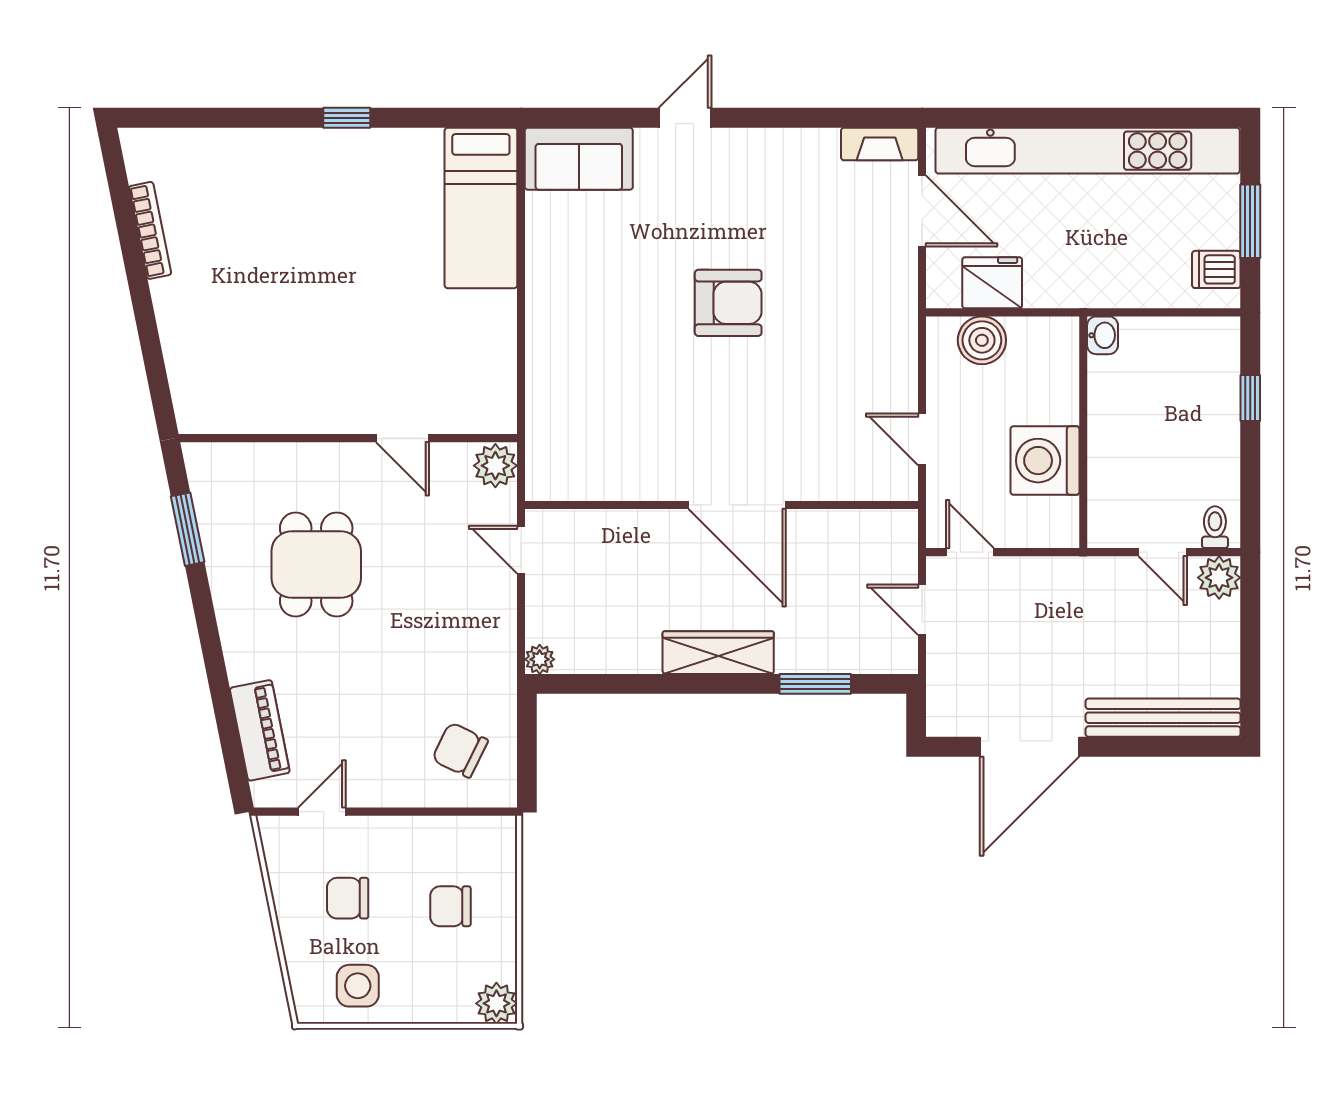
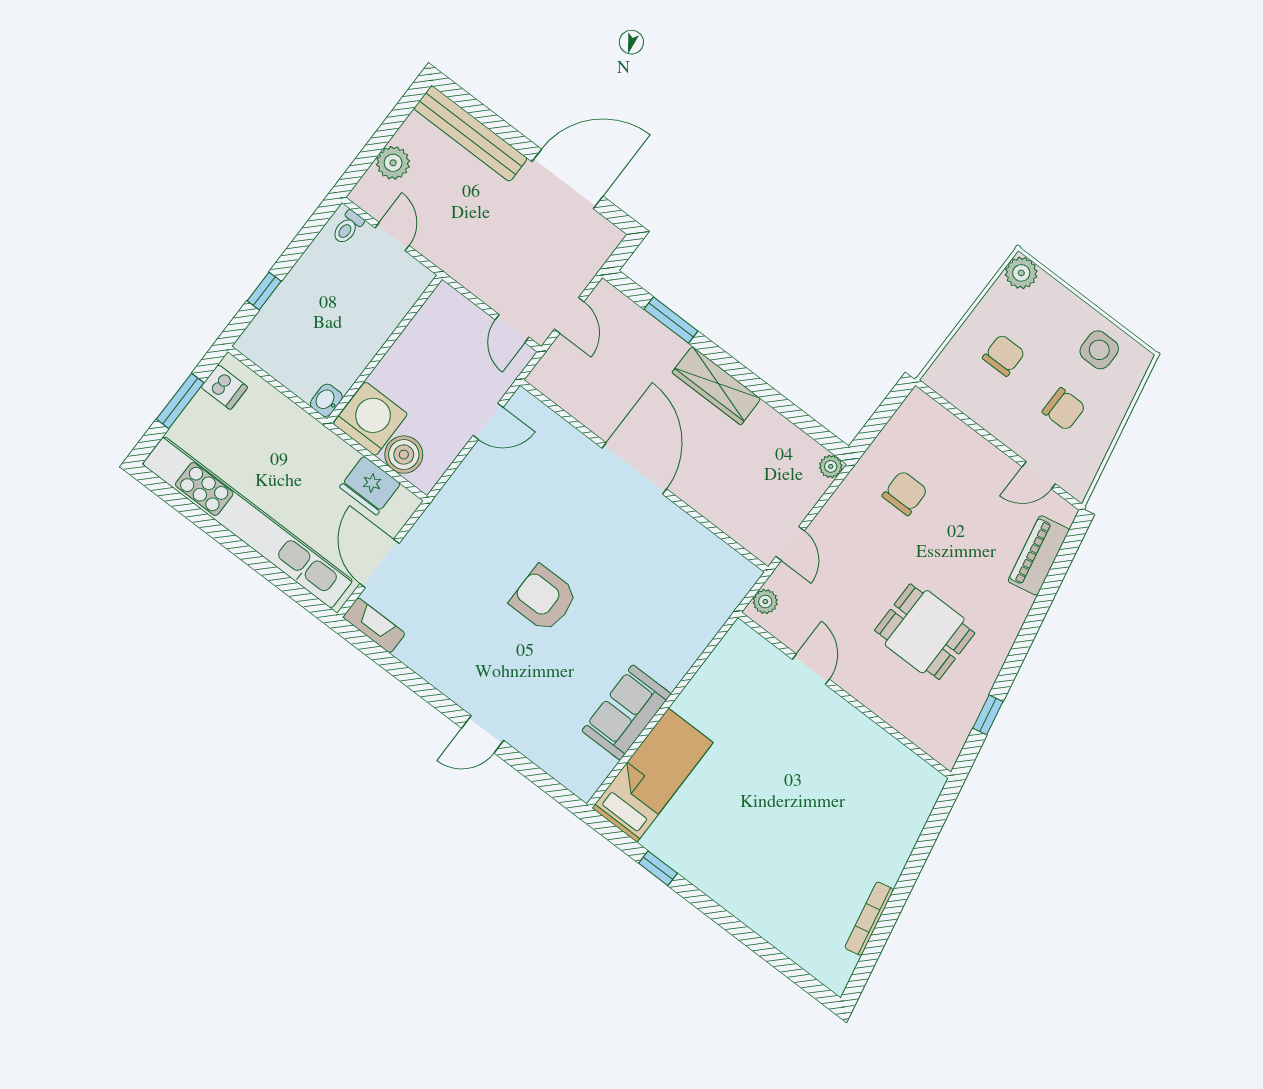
window: (347, 118) -> (658, 868), moved
sofa: (579, 159) -> (626, 712), moved, turned -90
door: (922, 439) -> (488, 421), hinge flipped
washing machine: (1045, 461) -> (370, 419), moved, turned -90
plant: (495, 466) -> (765, 602), width x0.73, depth x0.73
window: (188, 529) -> (988, 715), width x0.67
dining table: (316, 565) -> (925, 632), turned 90
plant: (1219, 578) -> (393, 163), moved
chair: (460, 750) -> (905, 493), moved, turned -116
chair: (450, 906) -> (1004, 355), turned -90

